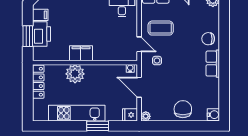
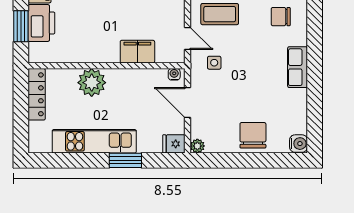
chair: (208, 39) -> (281, 17), moved
filing cabinet: (81, 53) -> (137, 52), moved

